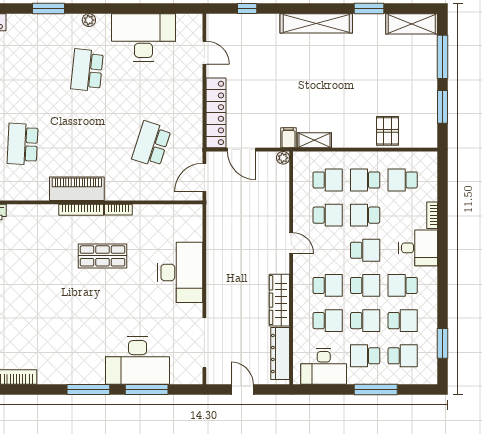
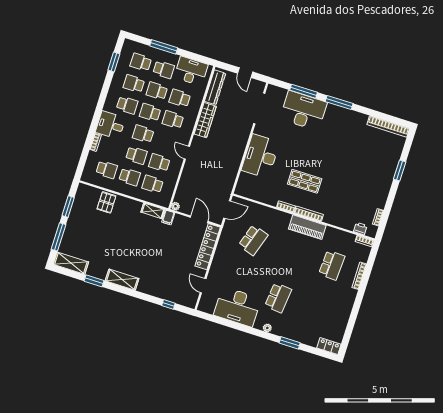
shelving: (316, 23) -> (122, 280), width x0.68

